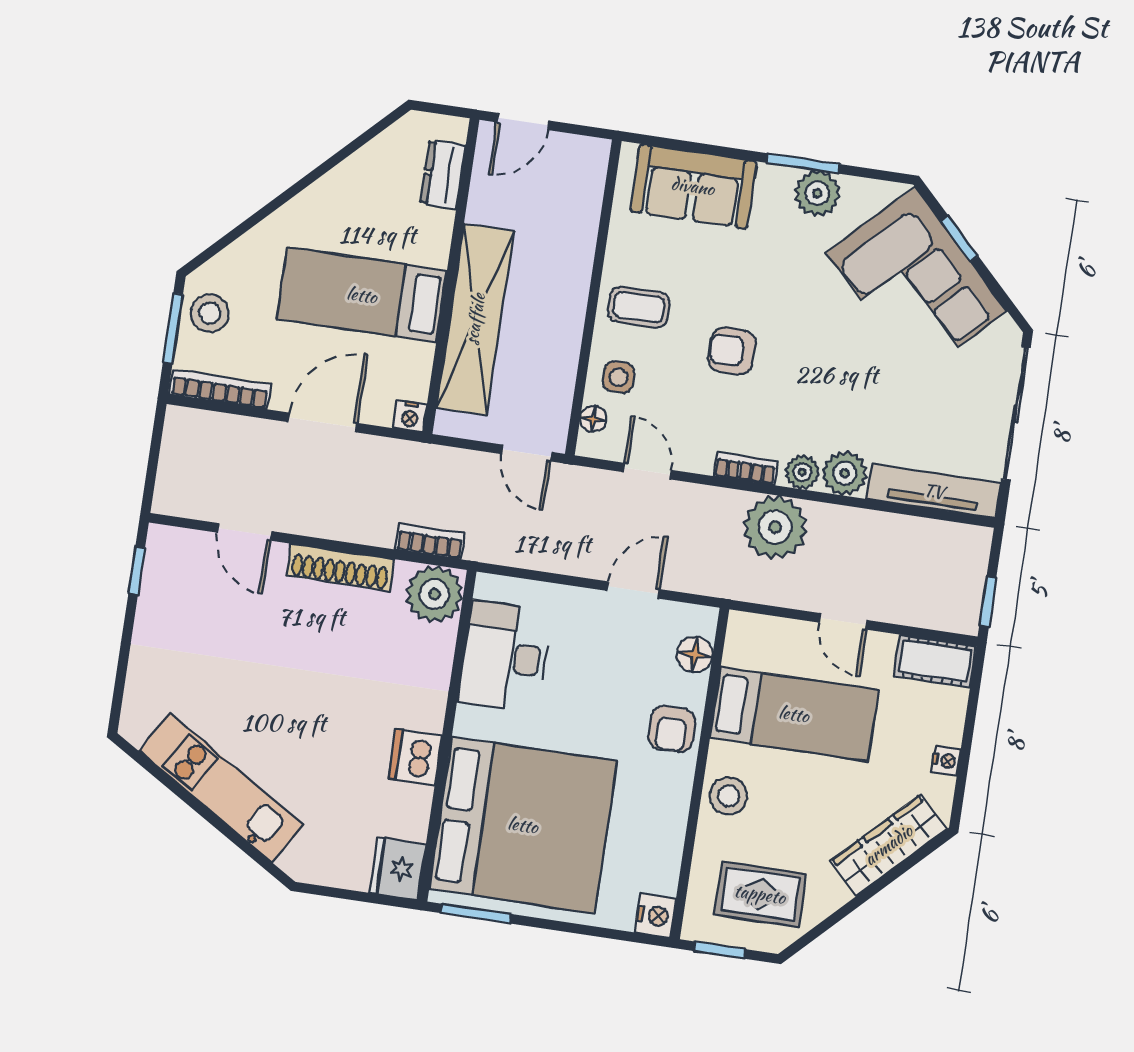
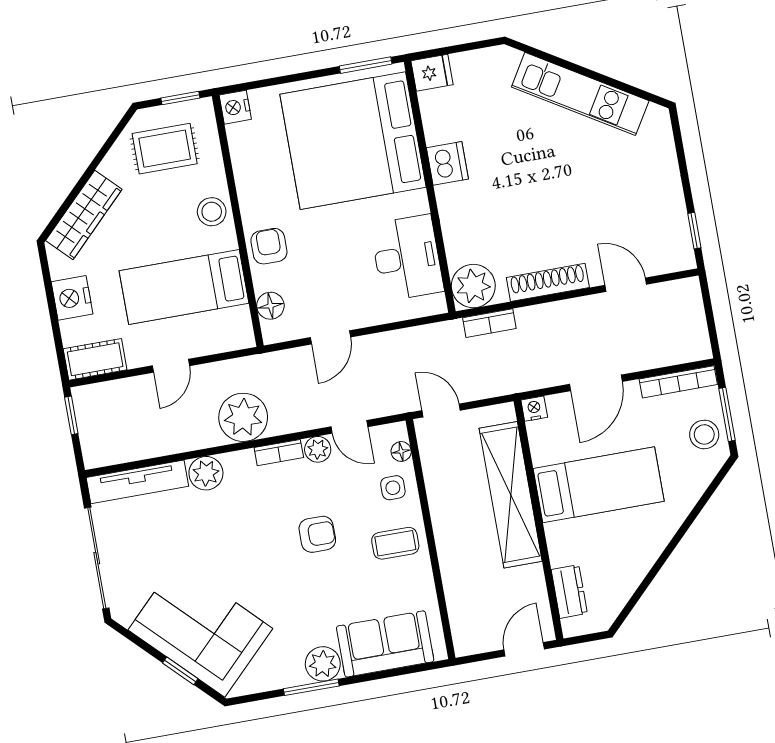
plant: (817, 193) -> (323, 664), moved
plant: (802, 472) -> (318, 449), moved
door: (843, 621) -> (171, 366), swing flipped
nightstand: (946, 761) -> (72, 298), width x1.89, depth x1.79
fridge: (398, 869) -> (432, 73), width x0.72

